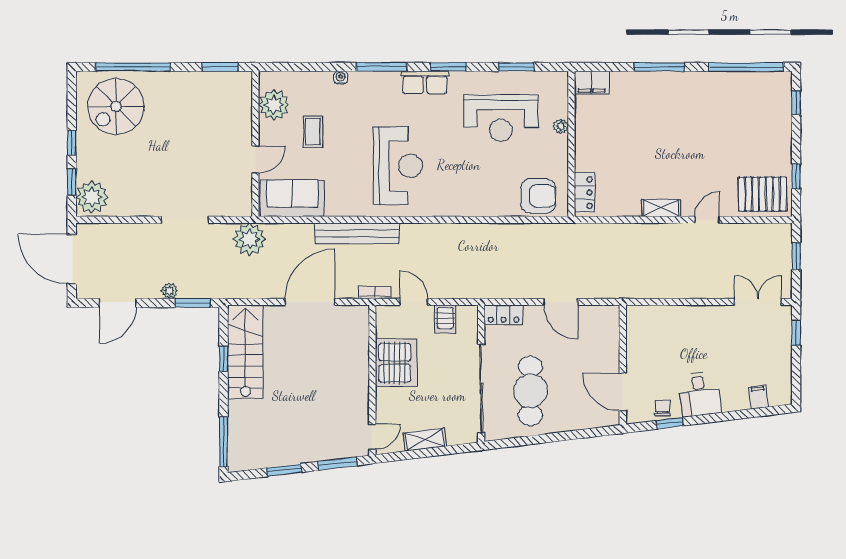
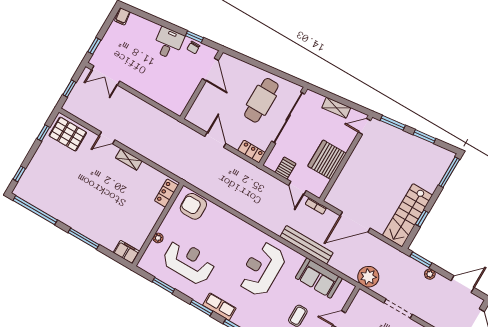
sofa: (292, 198) -> (319, 278), moved
filing cabinet: (759, 397) -> (122, 16), moved

